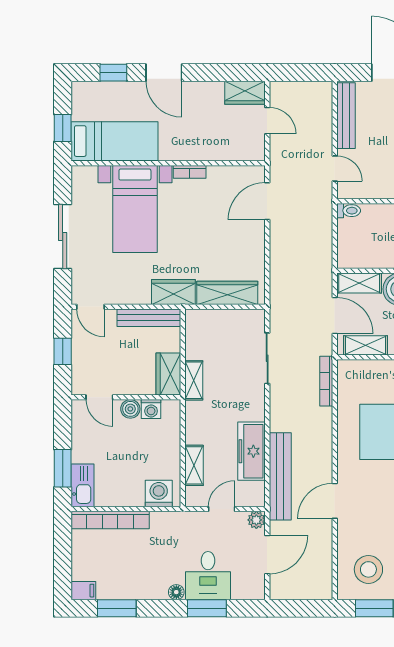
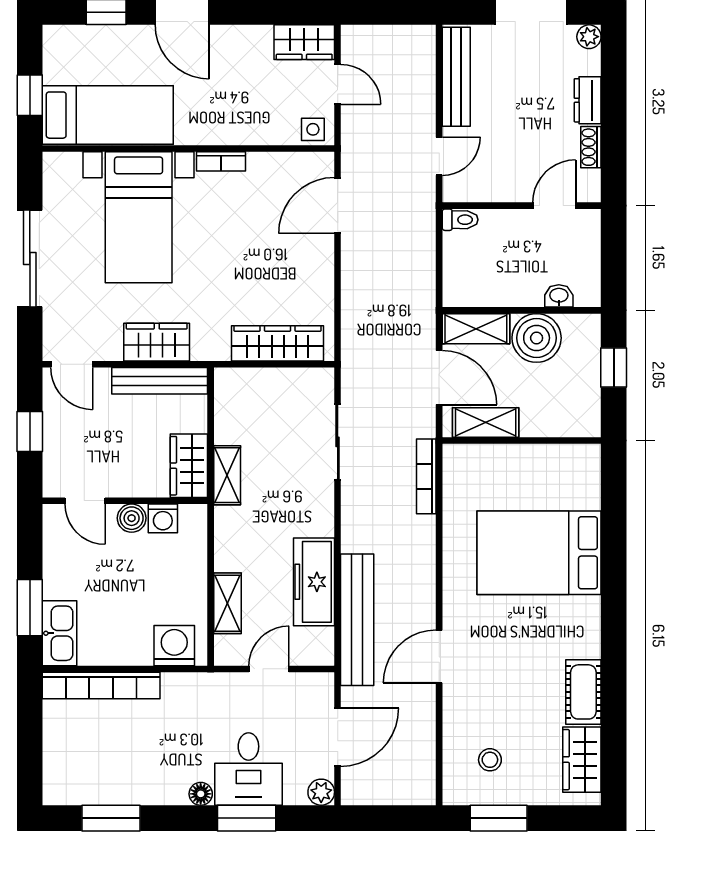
side table: (251, 151) -> (313, 129), added
door: (335, 168) -> (439, 156), hinge flipped
wardrobe: (173, 292) -> (157, 342), moved
plant: (256, 520) -> (321, 792), moved
stool: (368, 569) -> (490, 760), width x0.53, depth x0.53
filing cabinet: (83, 591) -> (61, 792), removed

